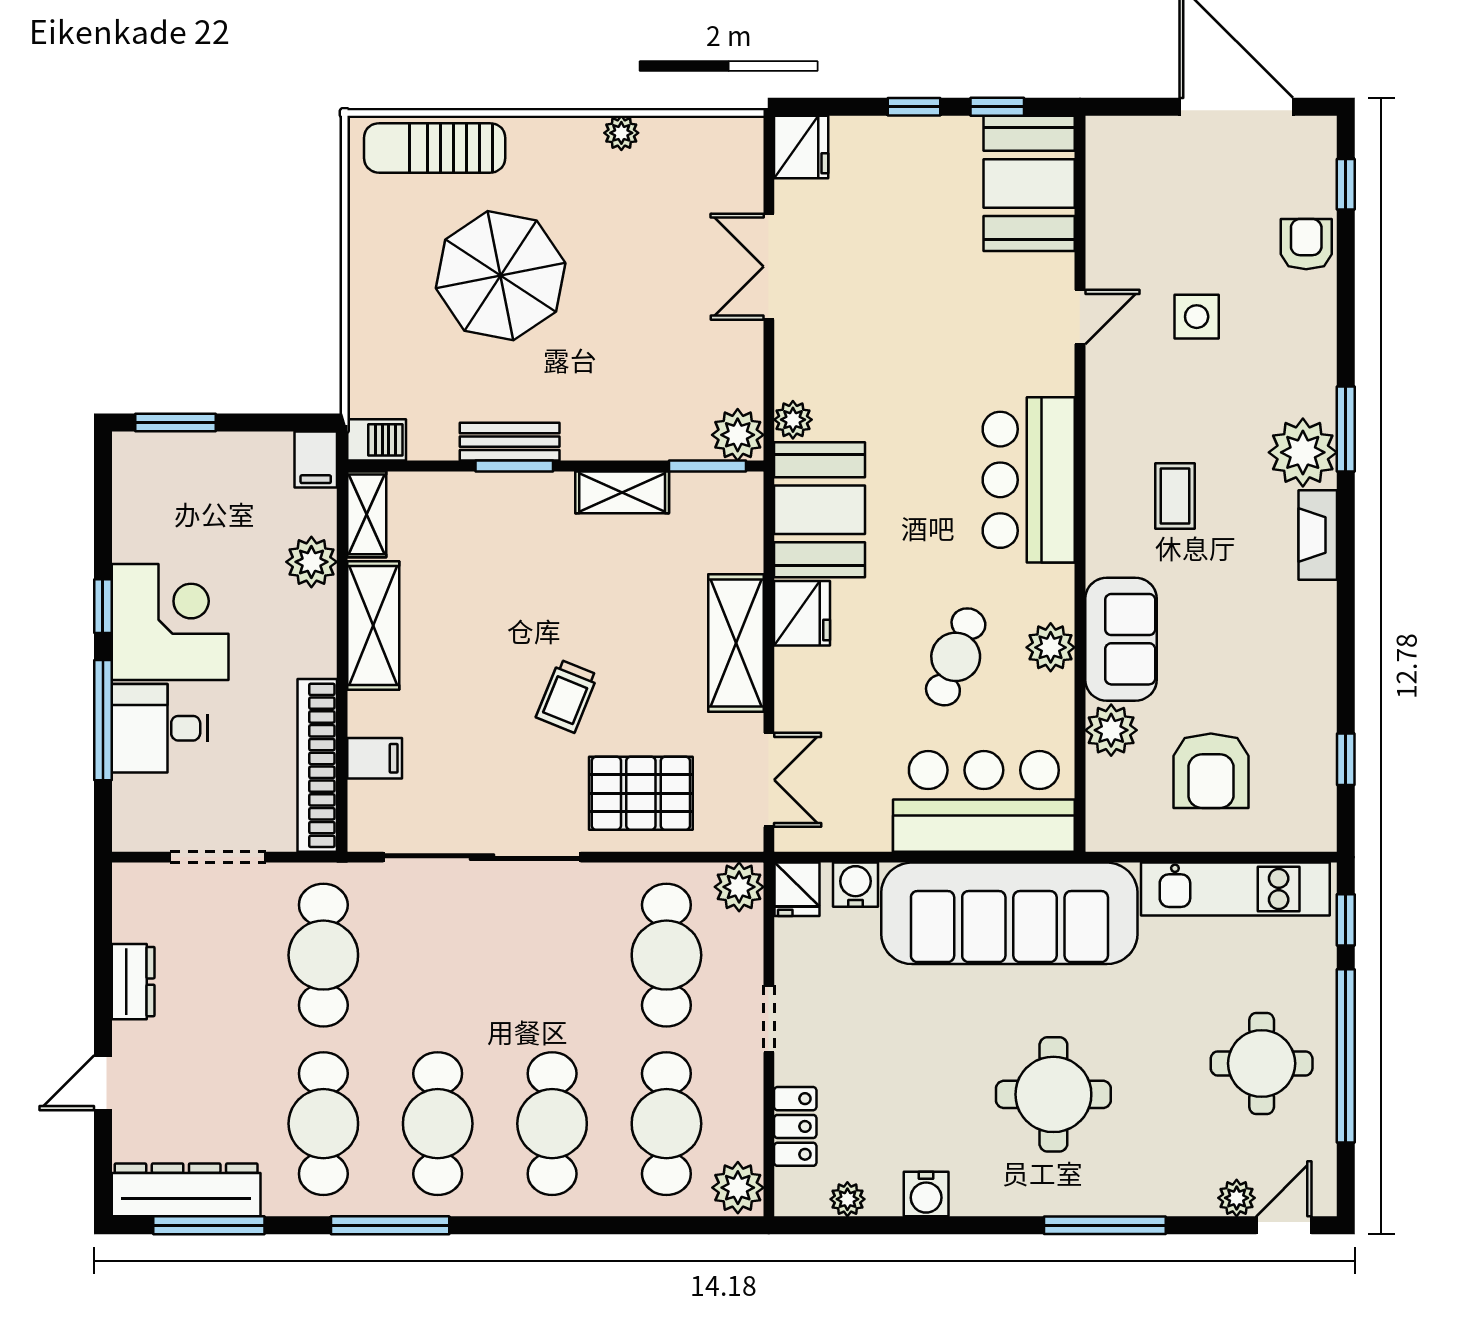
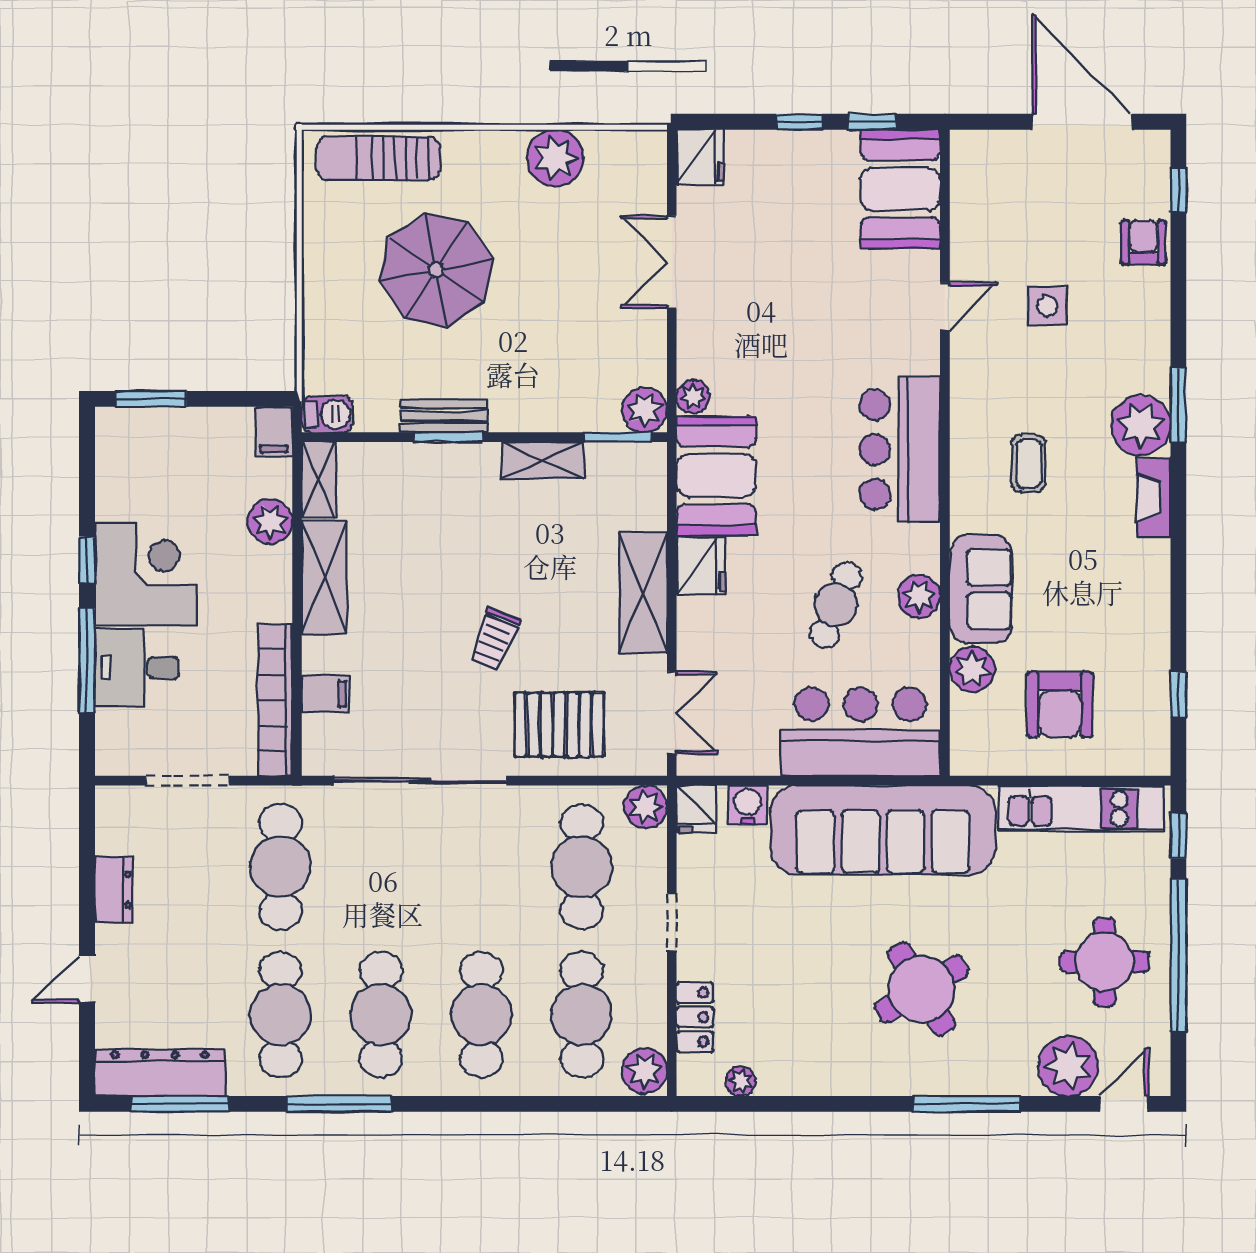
plant: (621, 133) -> (555, 158), width x1.87, depth x1.87
round table: (1053, 1094) -> (922, 989), turned -31
water cooler: (926, 1194) -> (810, 1076), removed
plant: (1237, 1198) -> (1068, 1066), width x1.88, depth x1.88

